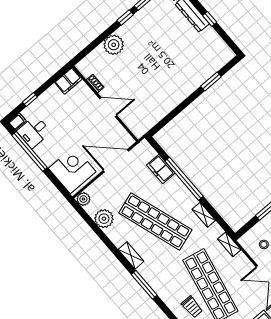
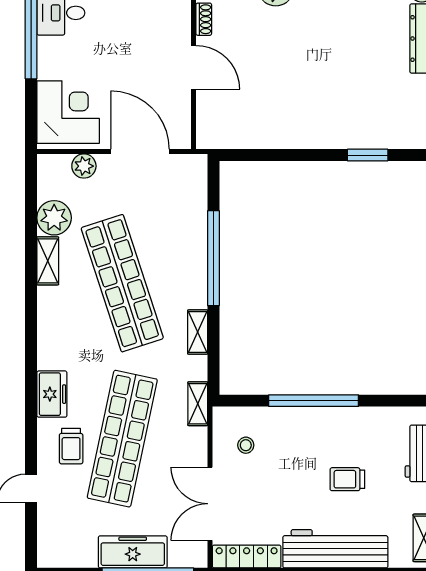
freezer: (161, 169) -> (52, 394), moved, turned 180
plant: (83, 199) -> (84, 166), moved
shelving: (131, 255) -> (48, 261), moved
window: (144, 285) -> (31, 358), removed

